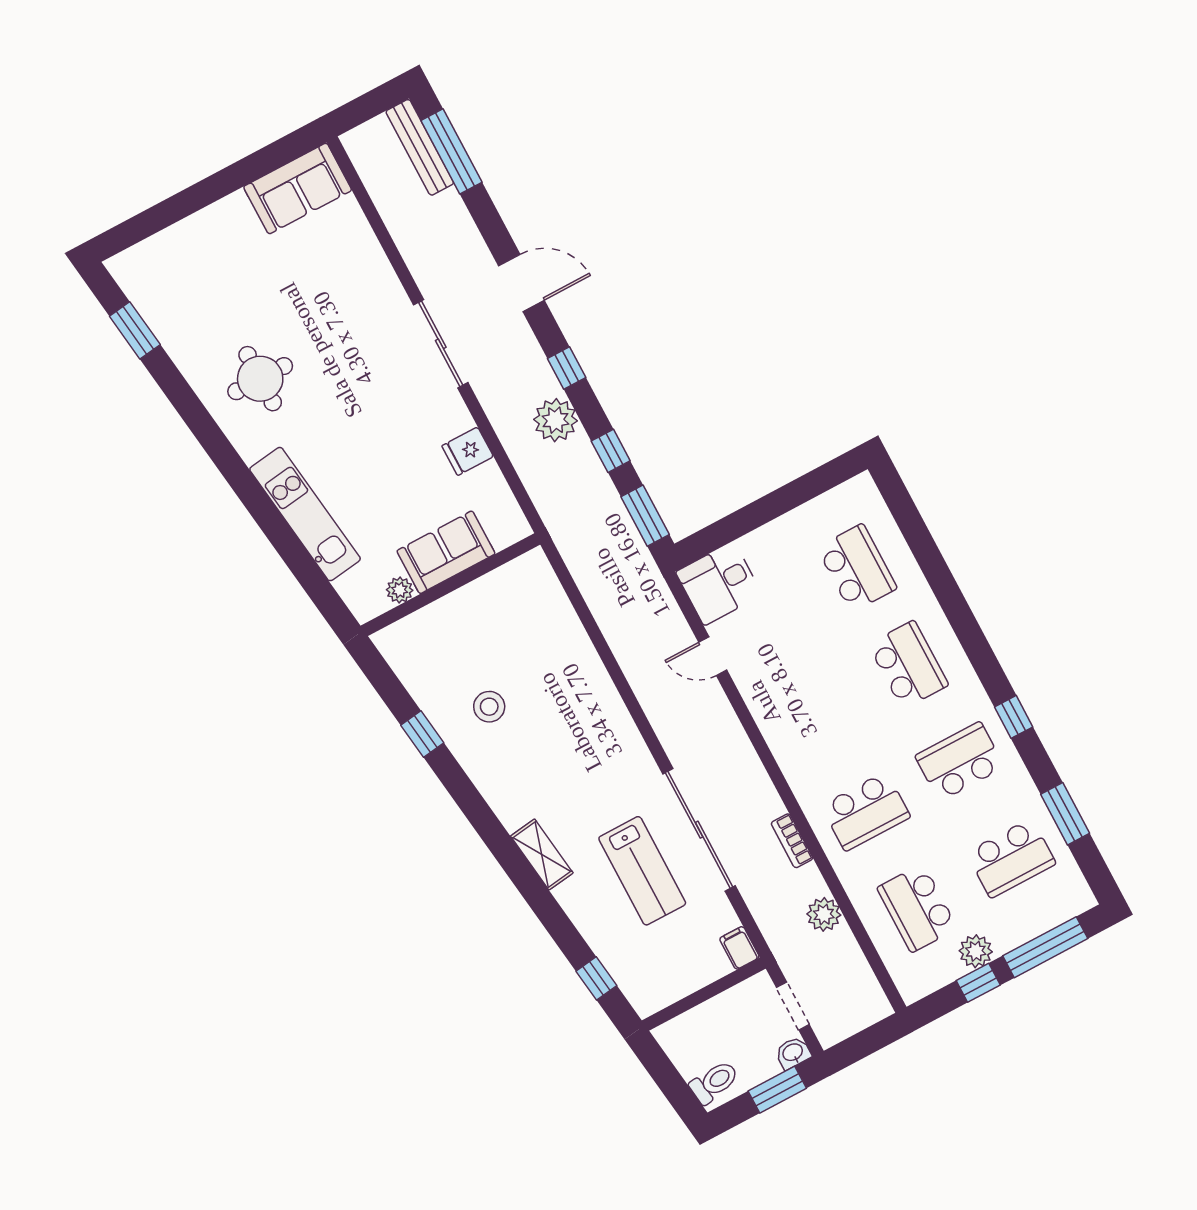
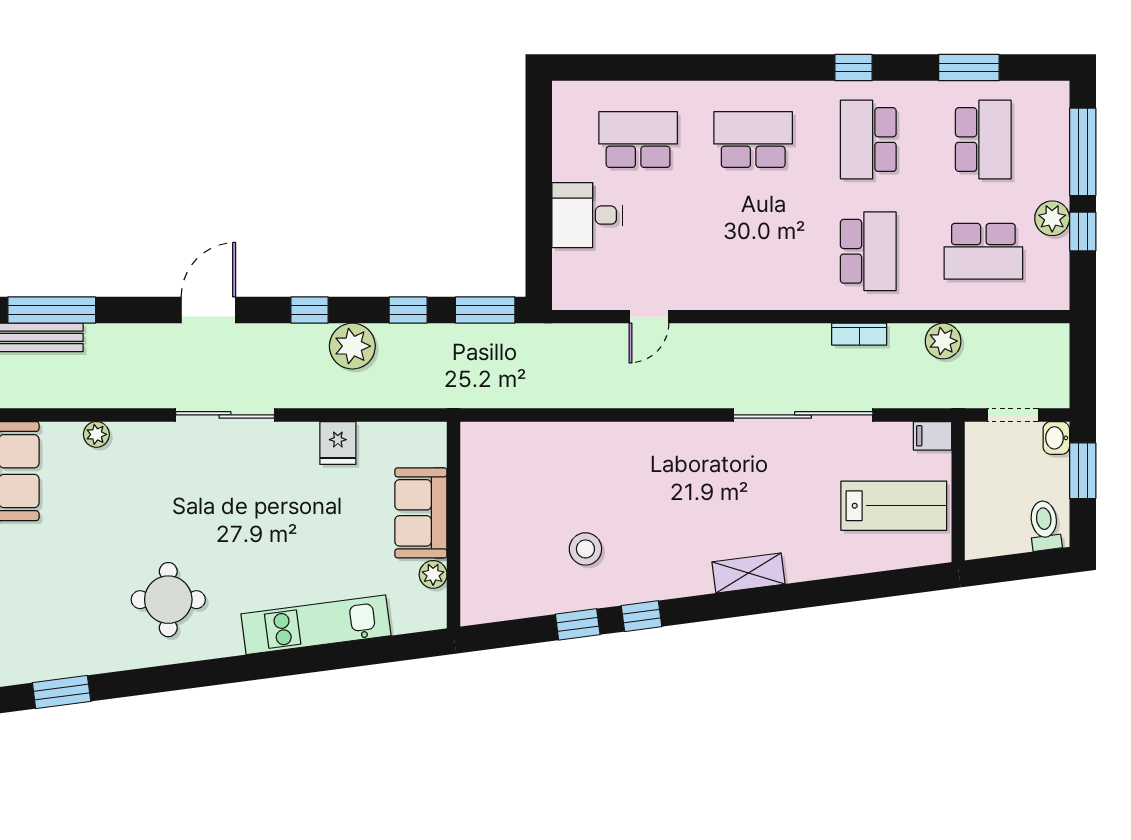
plant: (367, 244) -> (96, 434), added
desk: (719, 583) -> (587, 215), moved, turned 90
lab bench: (642, 871) -> (894, 506), moved
window: (596, 978) -> (641, 616), moved

